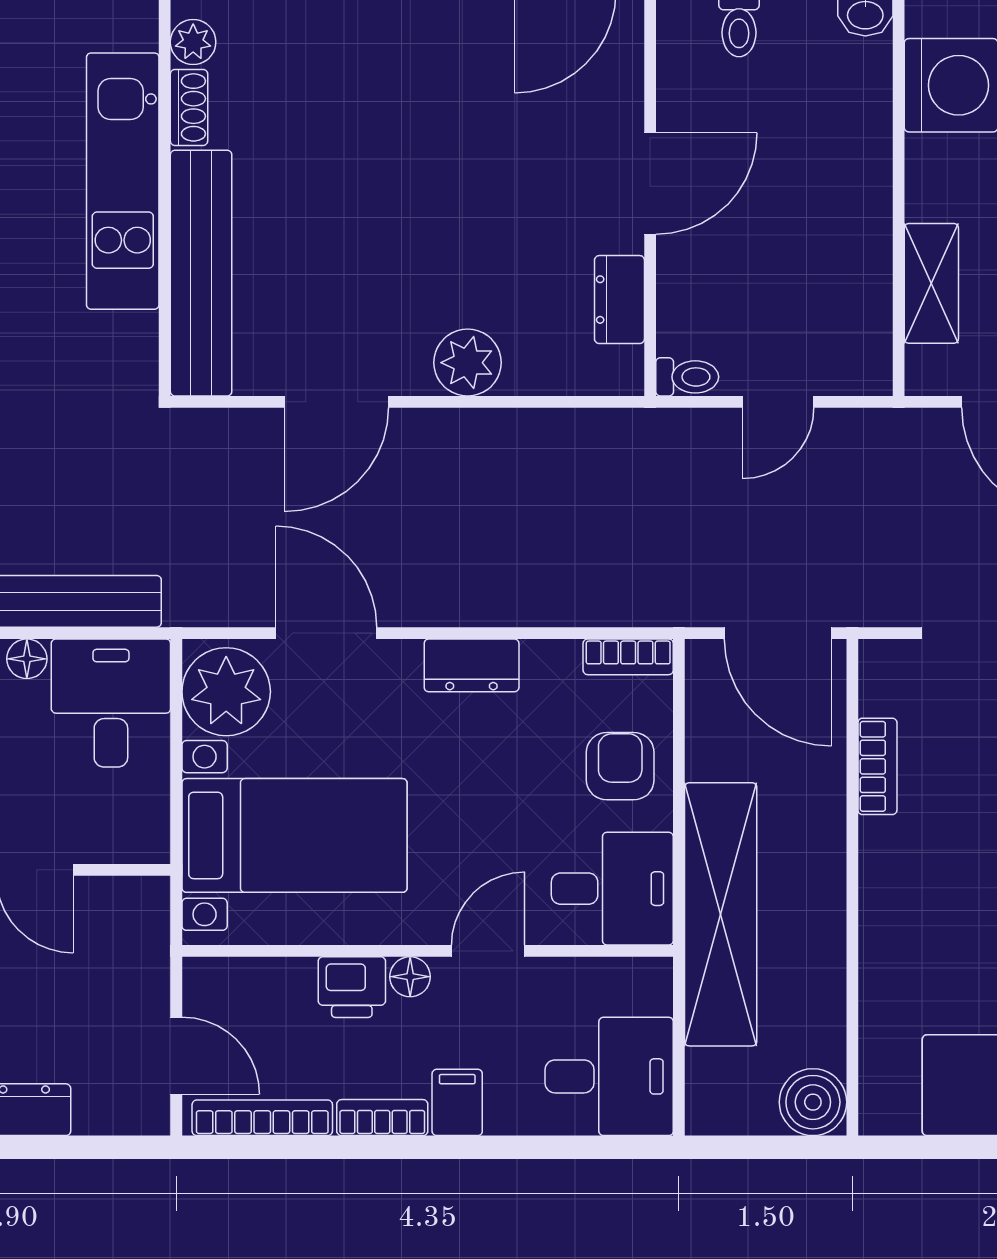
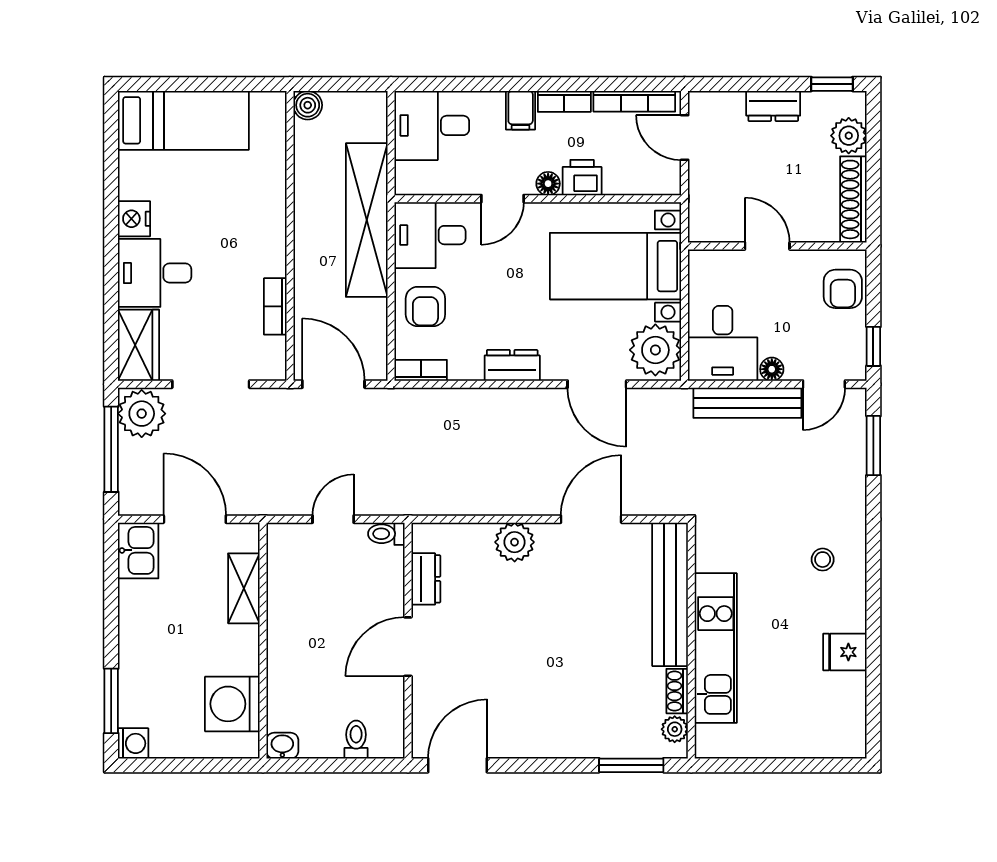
boiler: (813, 1102) -> (308, 105), width x0.73, depth x0.73

